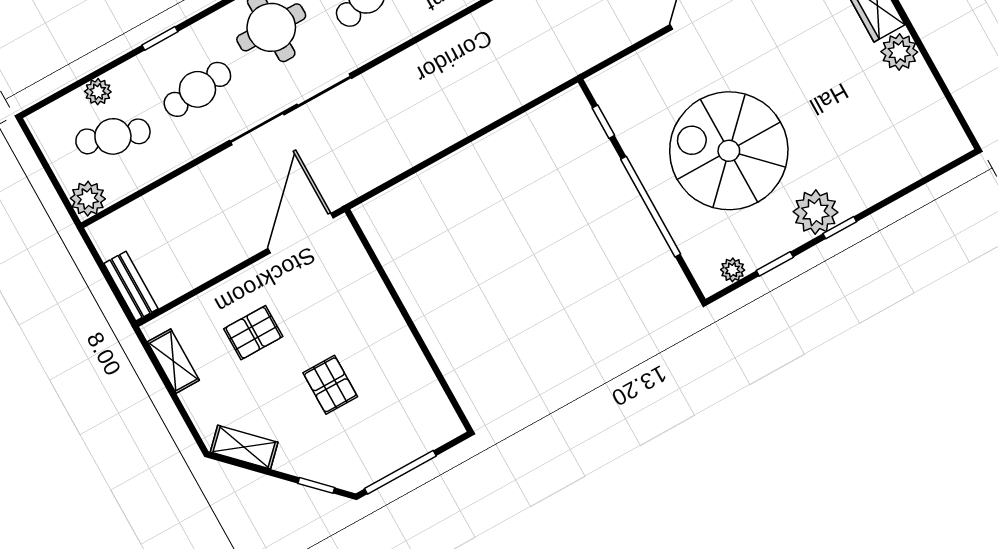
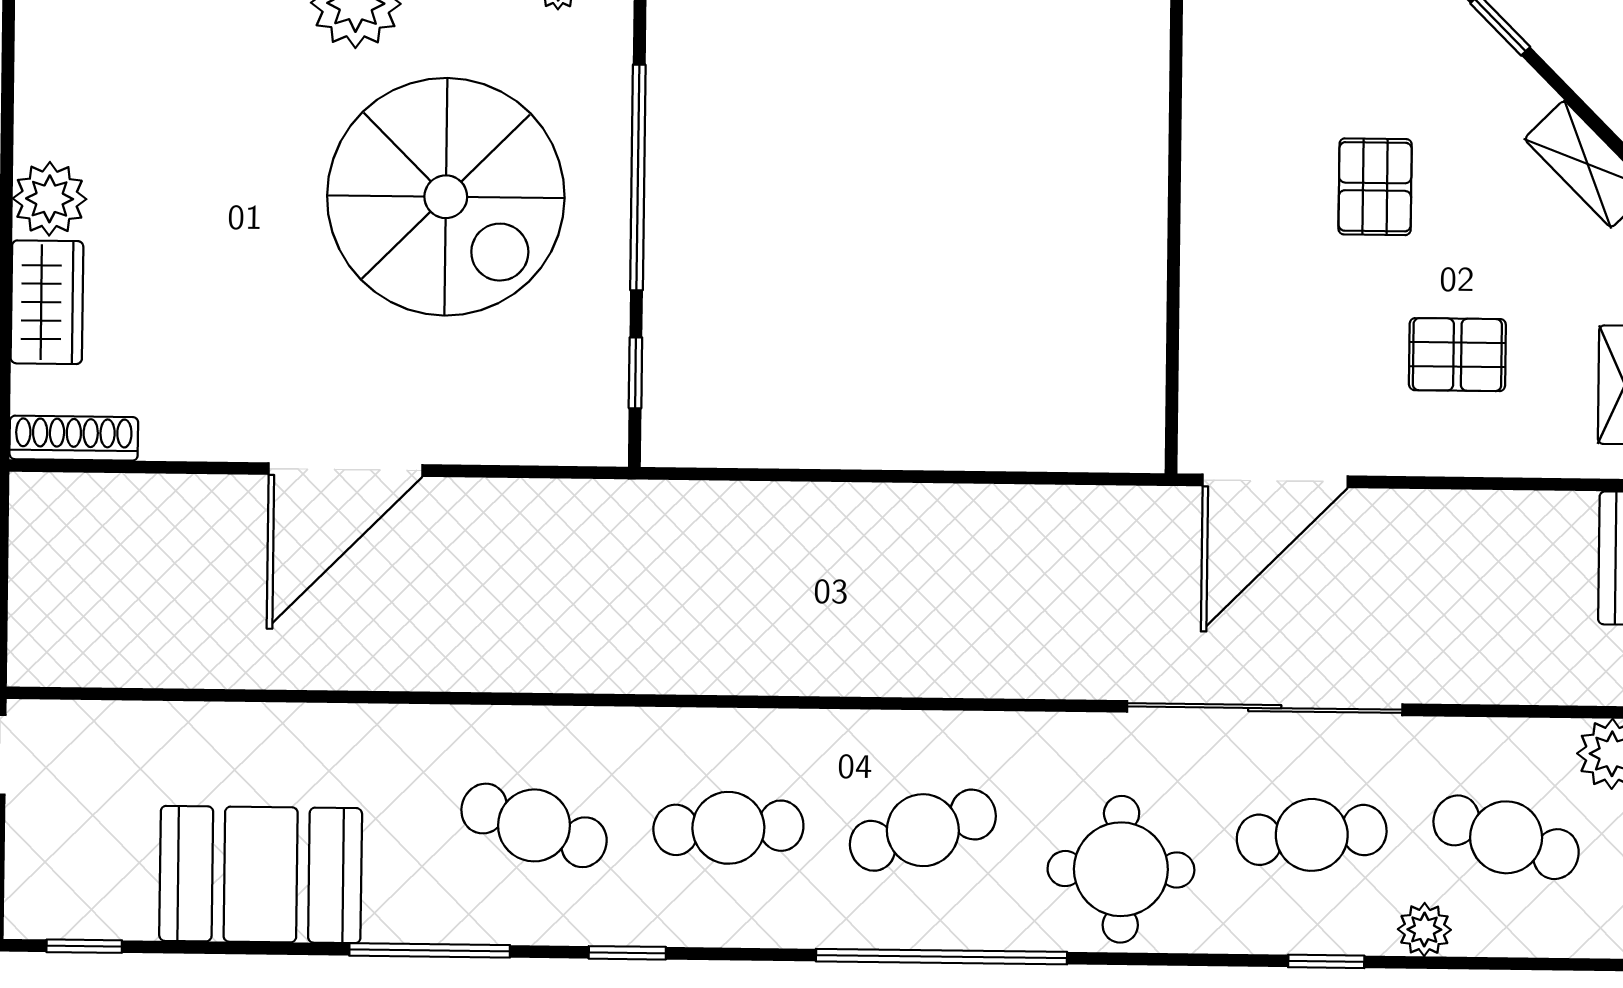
plant: (98, 92) -> (1424, 930), moved
sliding door: (290, 109) -> (1265, 708), moved

